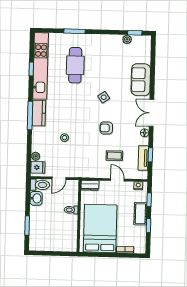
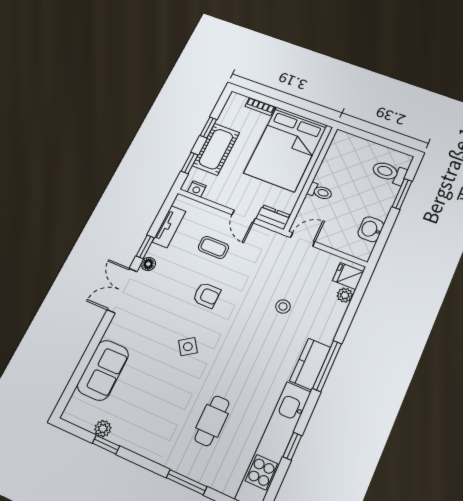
window: (135, 33) -> (106, 445), moved
cafe table: (75, 65) -> (212, 421), width x0.73, depth x0.74
sofa: (141, 80) -> (103, 370), moved
double door: (151, 113) -> (122, 291), swing flipped
window: (150, 155) -> (145, 247), moved
door: (59, 178) -> (303, 240), moved
door: (117, 180) -> (244, 216), moved
toilet: (40, 185) -> (389, 172), moved
cot: (140, 214) -> (216, 149), width x1.37, depth x1.34

